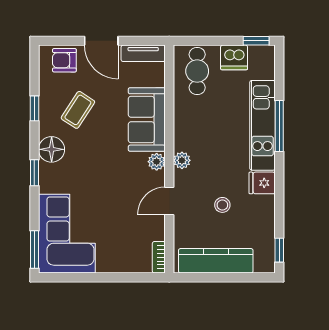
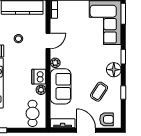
dishwasher: (234, 57) -> (39, 77), moved, turned -90
plant: (182, 160) -> (41, 90), moved

